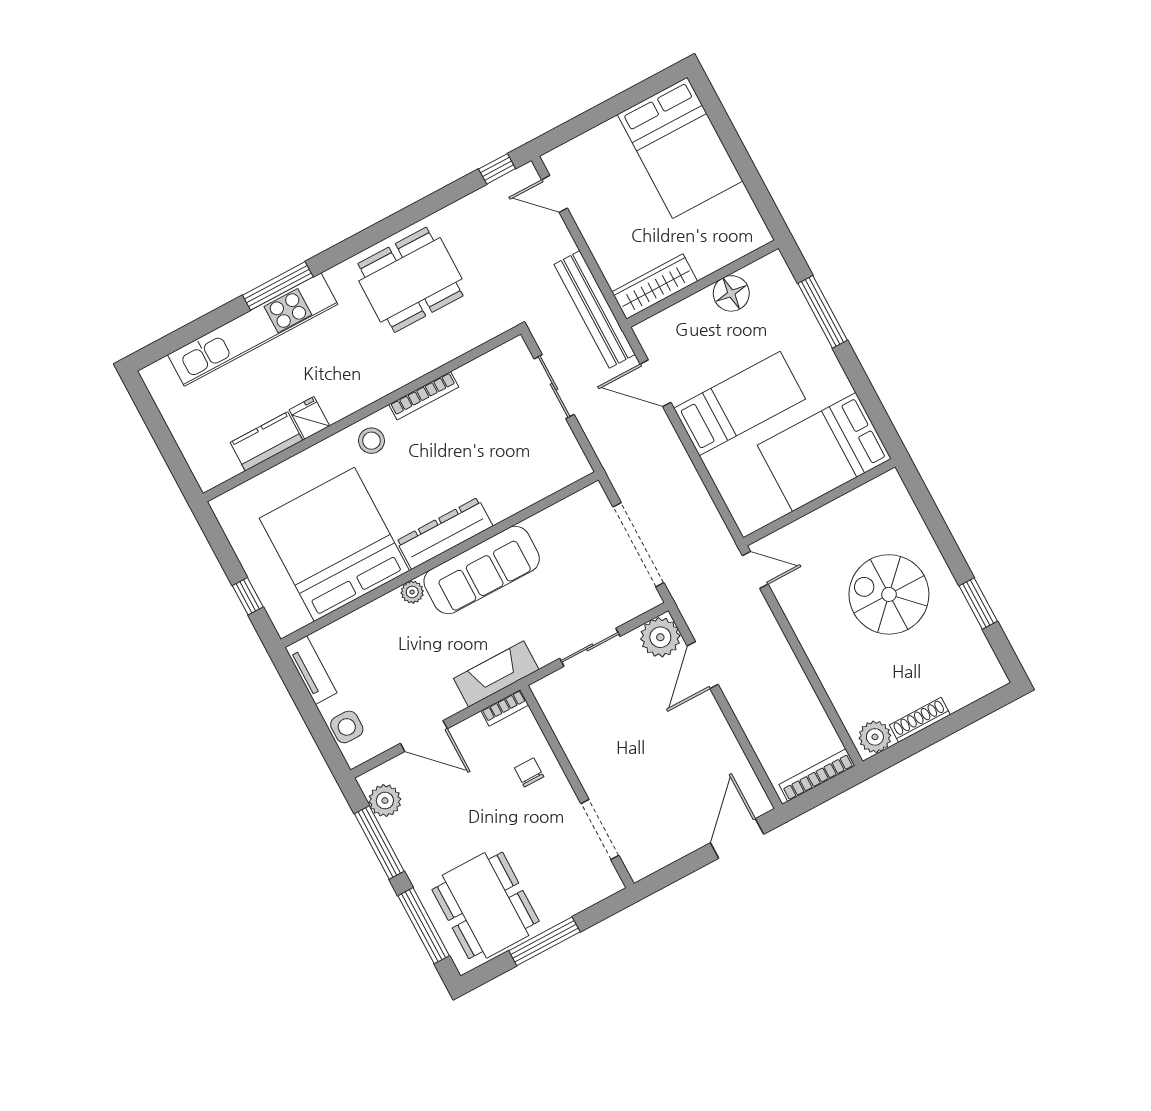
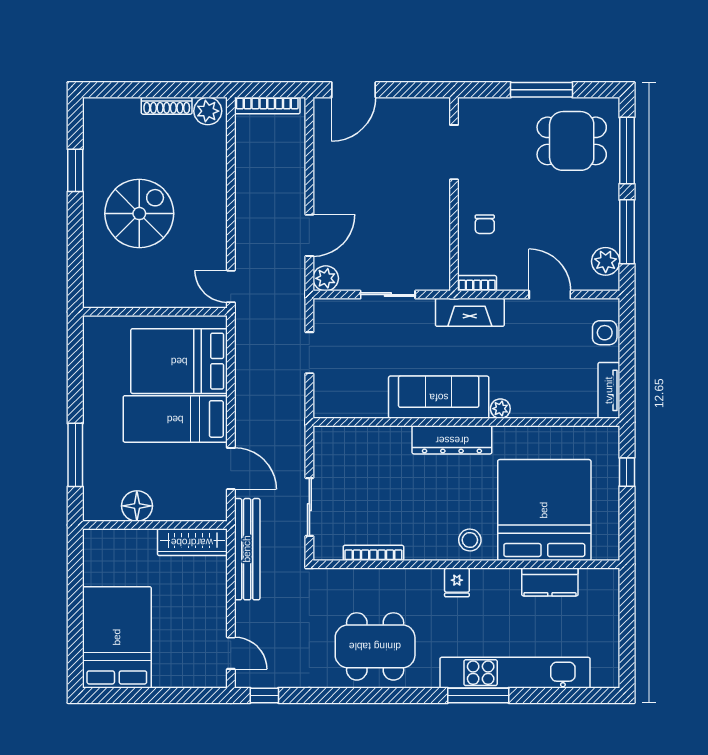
bookcase: (424, 396) -> (373, 553), moved
fridge: (309, 418) -> (457, 582), moved
bed: (824, 452) -> (179, 361), moved, turned 180
bed: (334, 544) -> (544, 510), moved, turned 180
doorway: (638, 545) -> (309, 353), width x0.53
spiral stairs: (889, 594) -> (139, 214), turned -90
plant: (660, 637) -> (326, 278), width x0.73, depth x0.73
dining table: (486, 905) -> (572, 141), width x0.73

